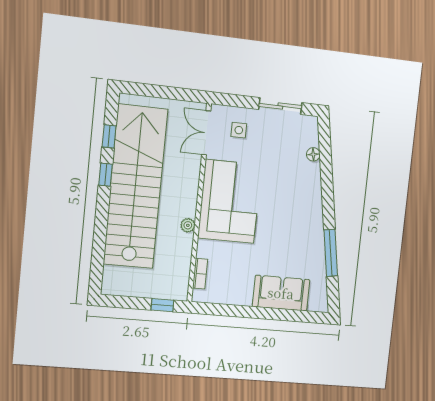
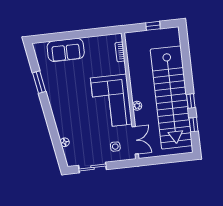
plant: (188, 225) -> (137, 106), moved
window: (331, 253) -> (39, 82), width x0.69
window: (162, 305) -> (153, 26), moved

